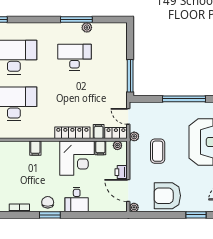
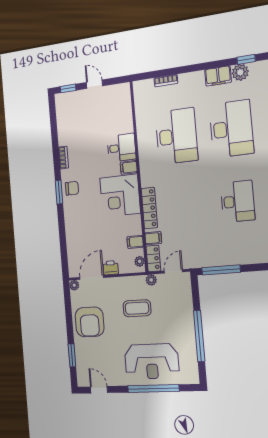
corner desk: (77, 158) -> (120, 196), moved
armchair: (167, 196) -> (90, 322), turned 180
desk: (77, 200) -> (121, 148), moved, turned 180

